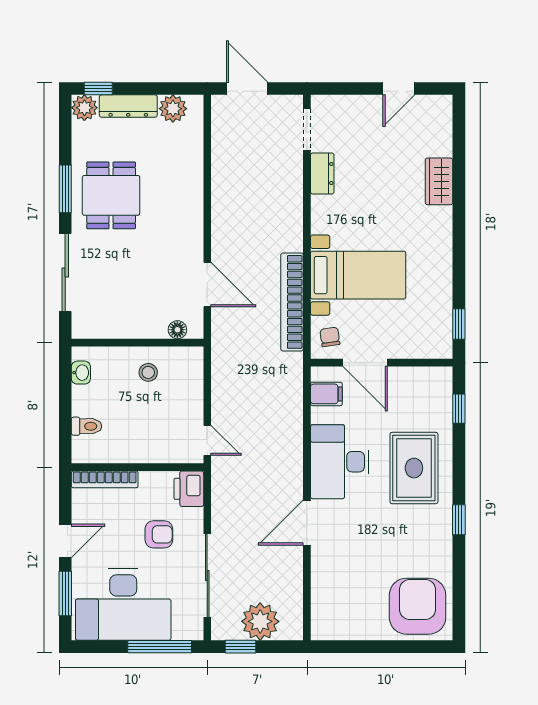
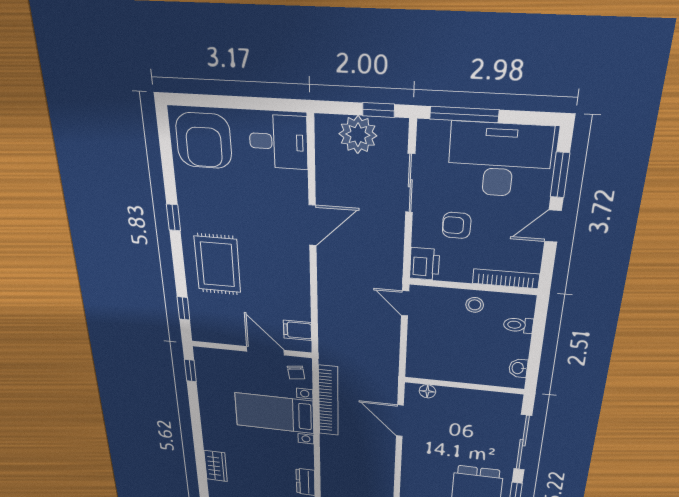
stool: (148, 372) -> (475, 305), moved
desk: (340, 462) -> (278, 142), moved, width x0.73
sliding door: (207, 575) -> (410, 183), width x0.73

